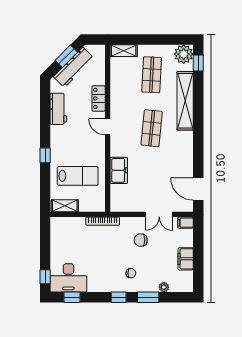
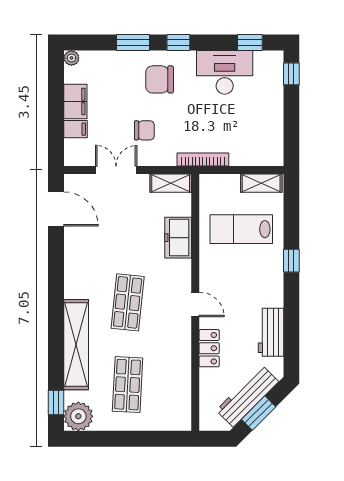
shelving: (124, 51) -> (171, 183), moved
filing cabinet: (186, 223) -> (75, 129), moved
chair: (131, 273) -> (160, 79), width x1.87, depth x1.87
desk: (68, 278) -> (225, 72), moved
plant: (164, 287) -> (71, 58), moved

